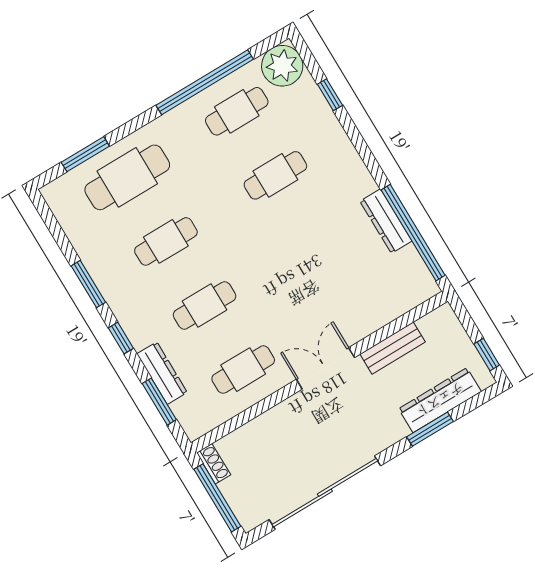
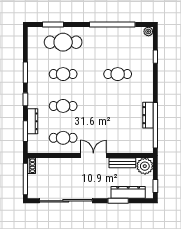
plant: (282, 66) -> (148, 31), width x0.53, depth x0.53
cafe table: (237, 111) -> (118, 42), removed
plant: (441, 327) -> (145, 166), added

